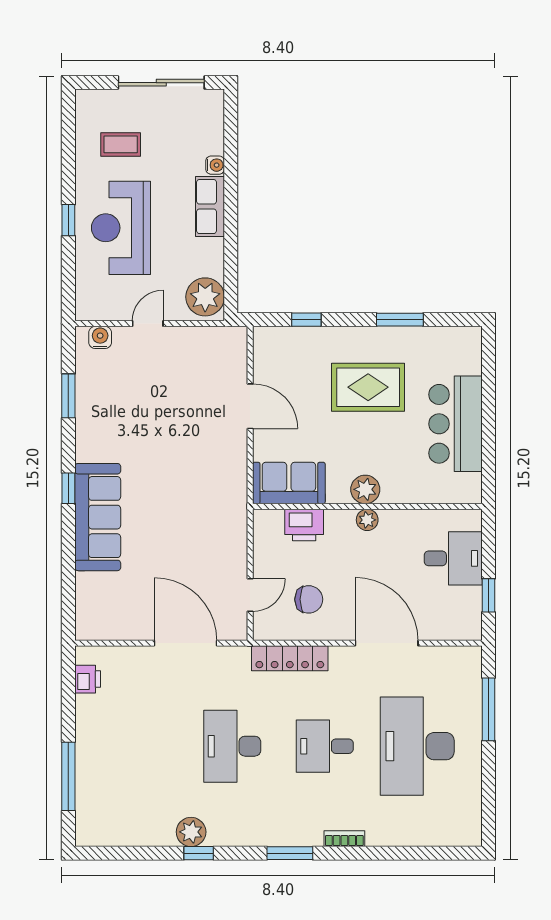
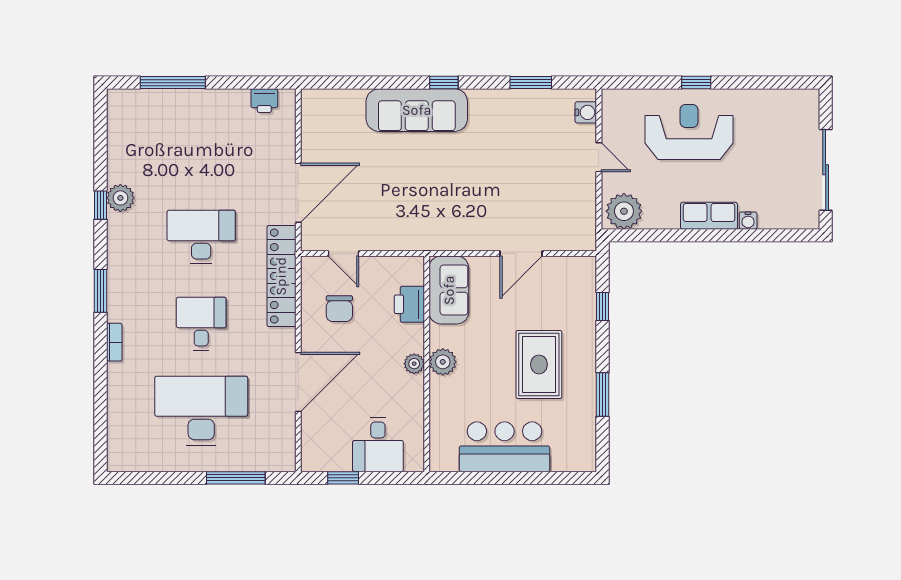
coffee table: (121, 144) -> (767, 132), removed
locker: (290, 658) -> (281, 276), width x1.41, depth x1.21

